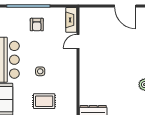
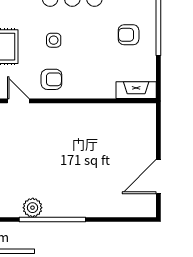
door: (78, 41) -> (18, 101), moved
armchair: (65, 73) -> (51, 79), added

